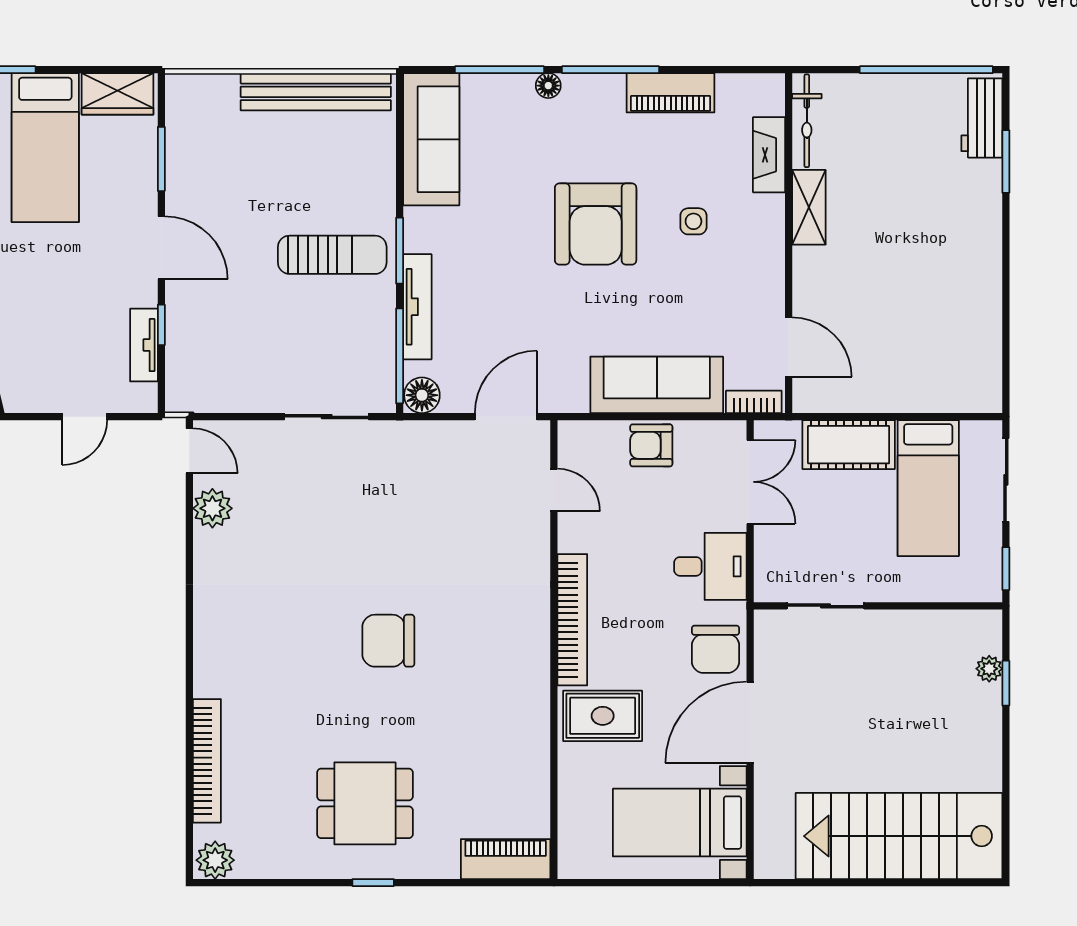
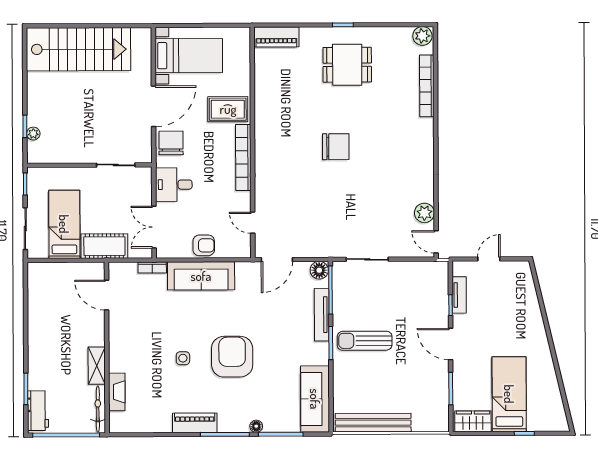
bicycle: (807, 121) -> (98, 409), moved
fireplace: (769, 155) -> (117, 392), moved
shelving: (809, 207) -> (97, 366), moved
wall: (789, 243) -> (107, 348), moved
door: (789, 347) -> (107, 295), moved

